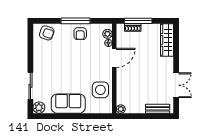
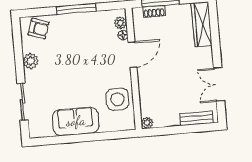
armchair: (80, 34) -> (84, 26), removed
double door: (176, 85) -> (219, 84), swing flipped
plant: (39, 108) -> (31, 61), moved

